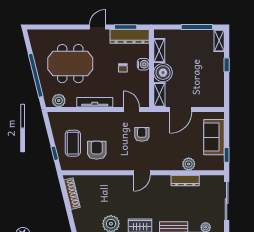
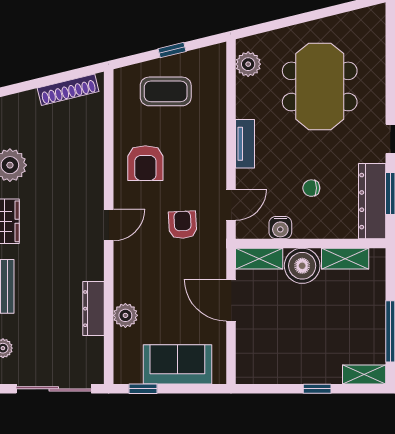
water cooler: (143, 64) -> (280, 228), moved
window: (36, 75) -> (297, 19), removed
tv unit: (95, 102) -> (245, 144), width x0.71
armchair: (142, 134) -> (183, 225), turned -93
armchair: (97, 150) -> (145, 163), moved, turned 90
window: (55, 153) -> (172, 50), moved
door: (142, 173) -> (109, 225), swing flipped

